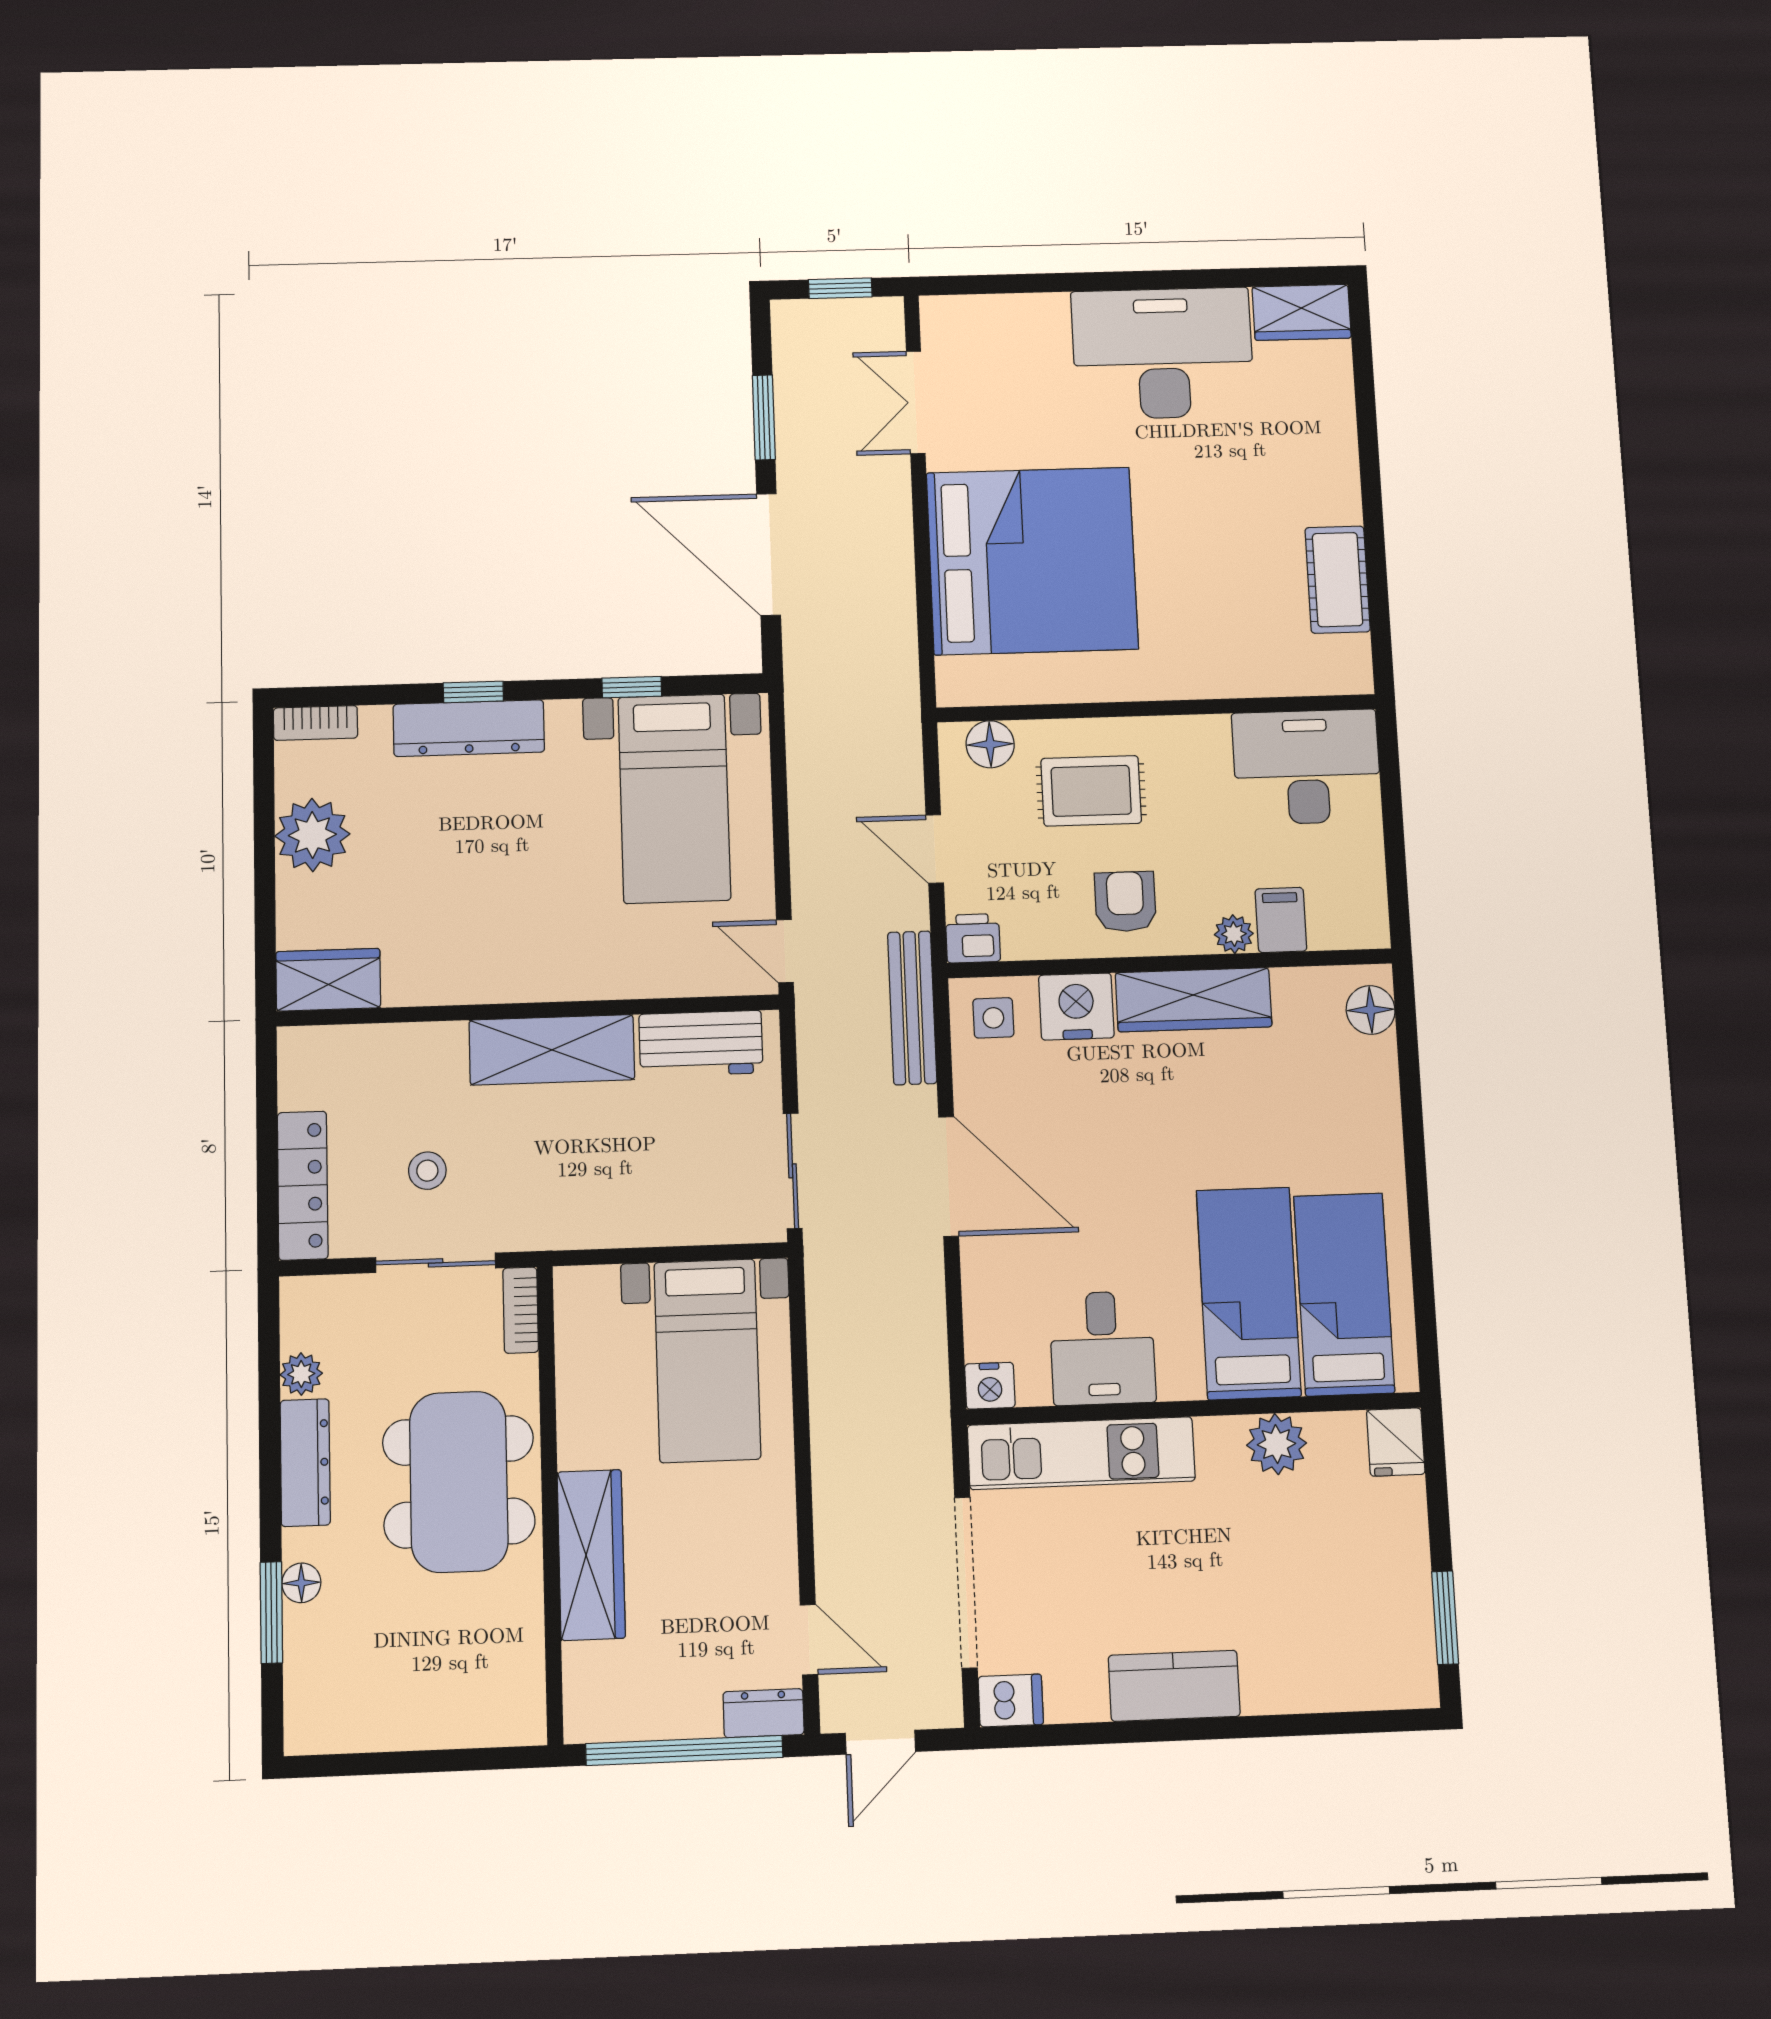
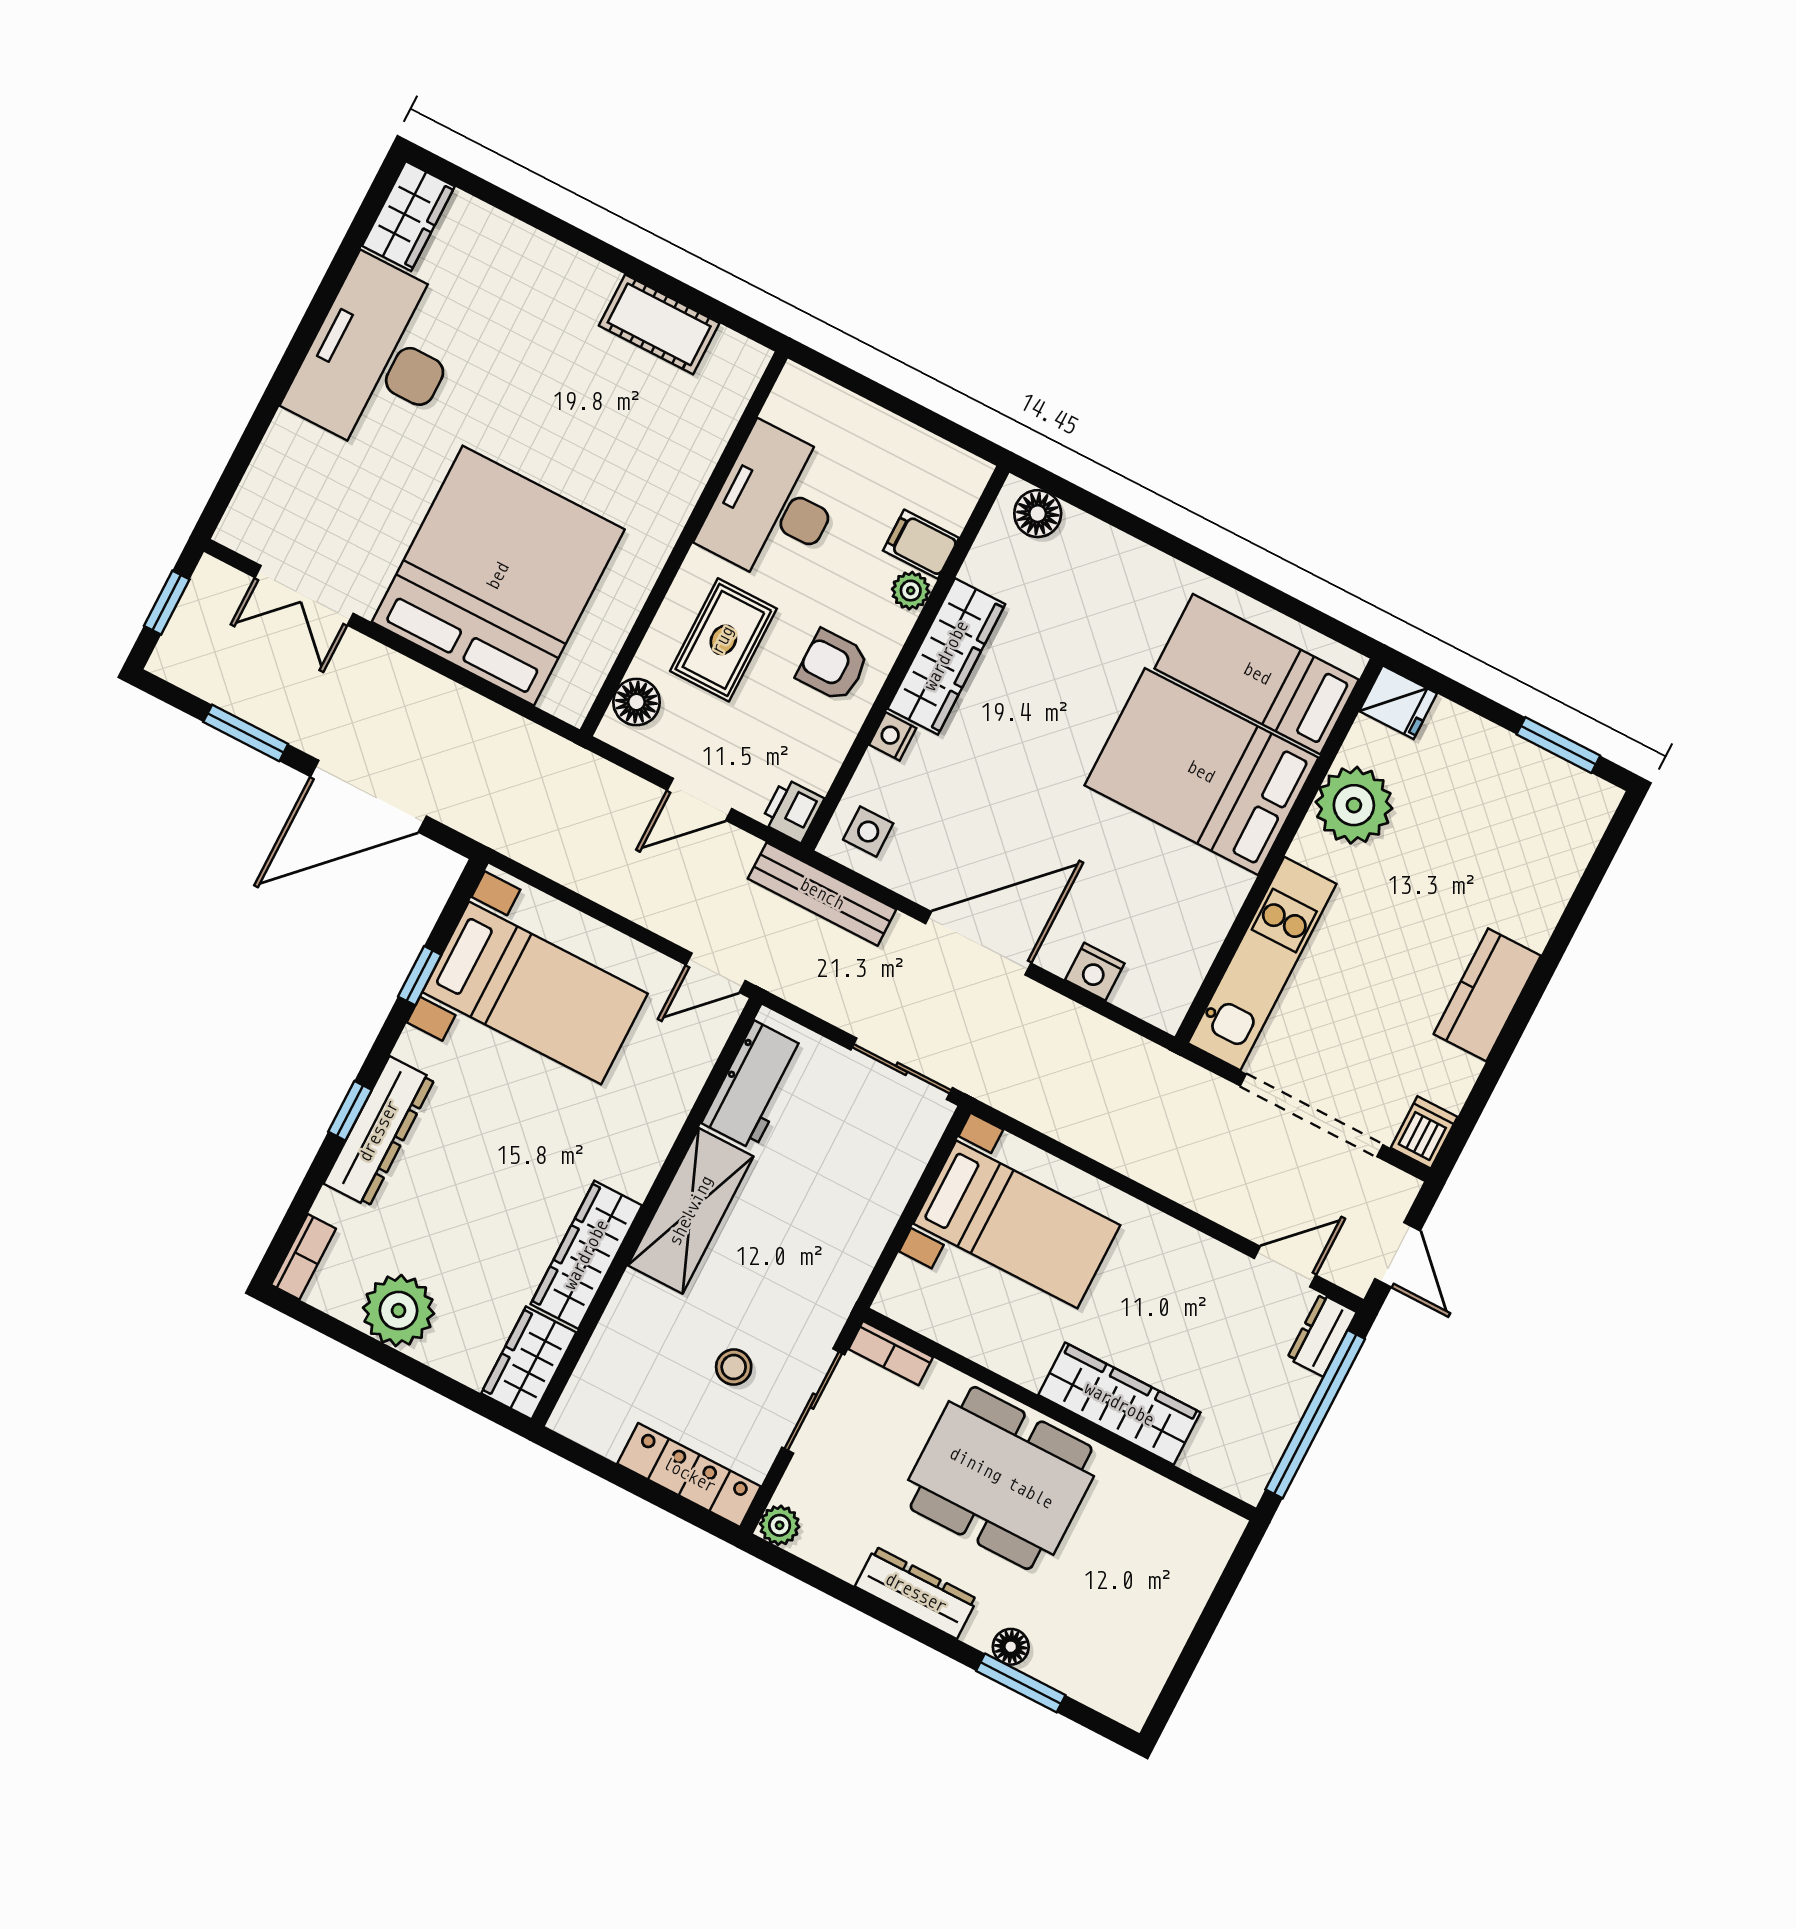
desk: (1307, 767) -> (774, 505), moved
wardrobe: (458, 977) -> (586, 1255), added
nightstand: (1076, 1006) -> (893, 736), width x0.53, depth x0.56
bed: (1249, 1293) -> (1201, 772), width x1.50
desk: (1102, 1348) -> (1188, 897), removed
plant: (301, 1374) -> (780, 1525), moved
nightstand: (990, 1386) -> (1095, 972), moved, turned 90
plant: (1277, 1444) -> (1354, 805), width x1.36, depth x1.36

